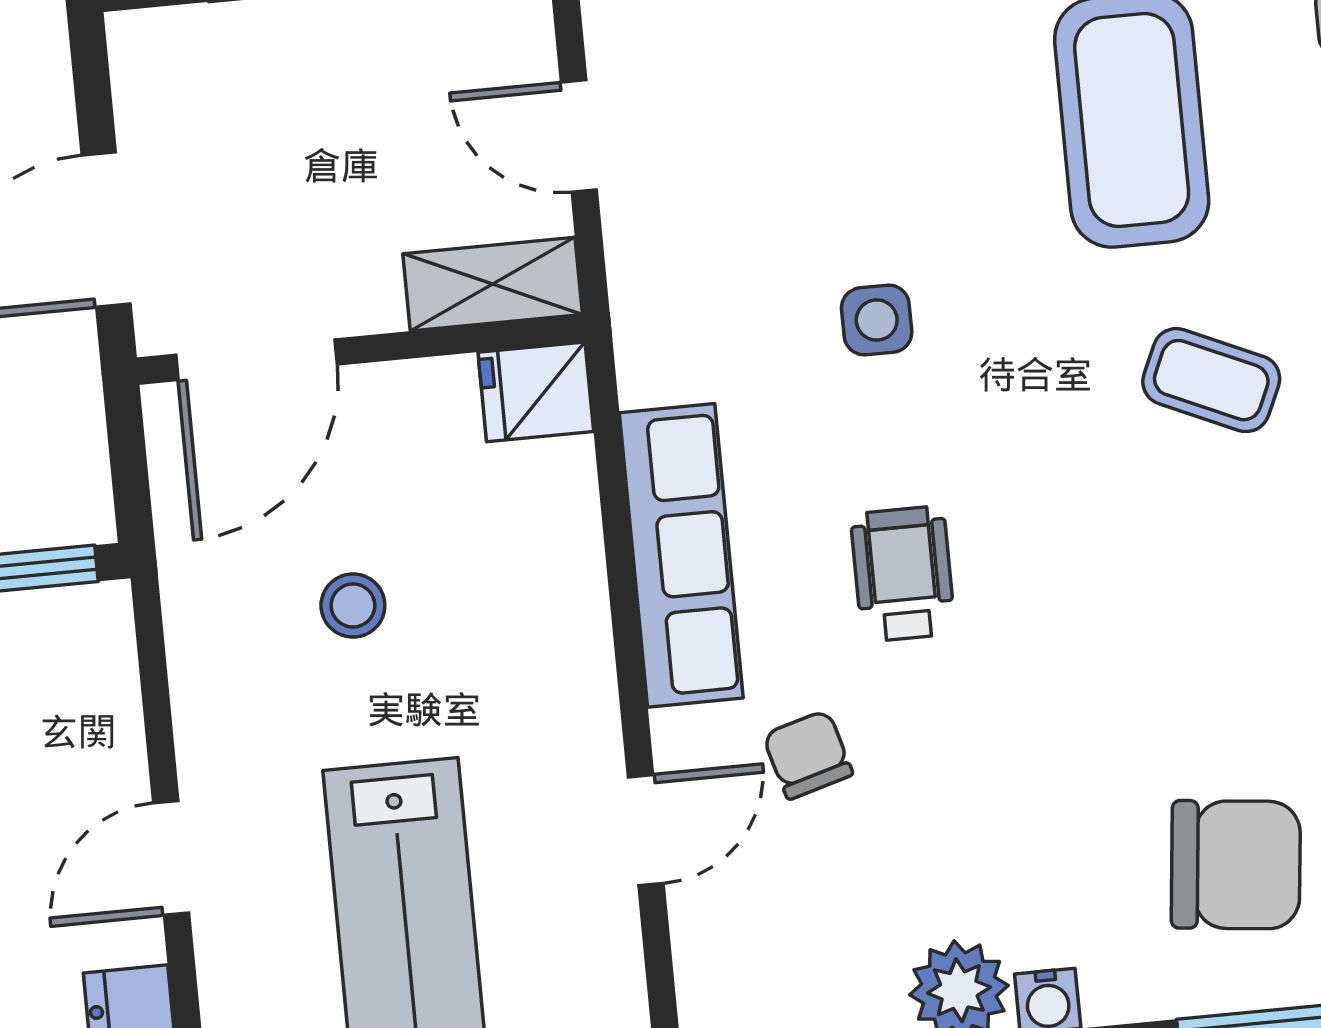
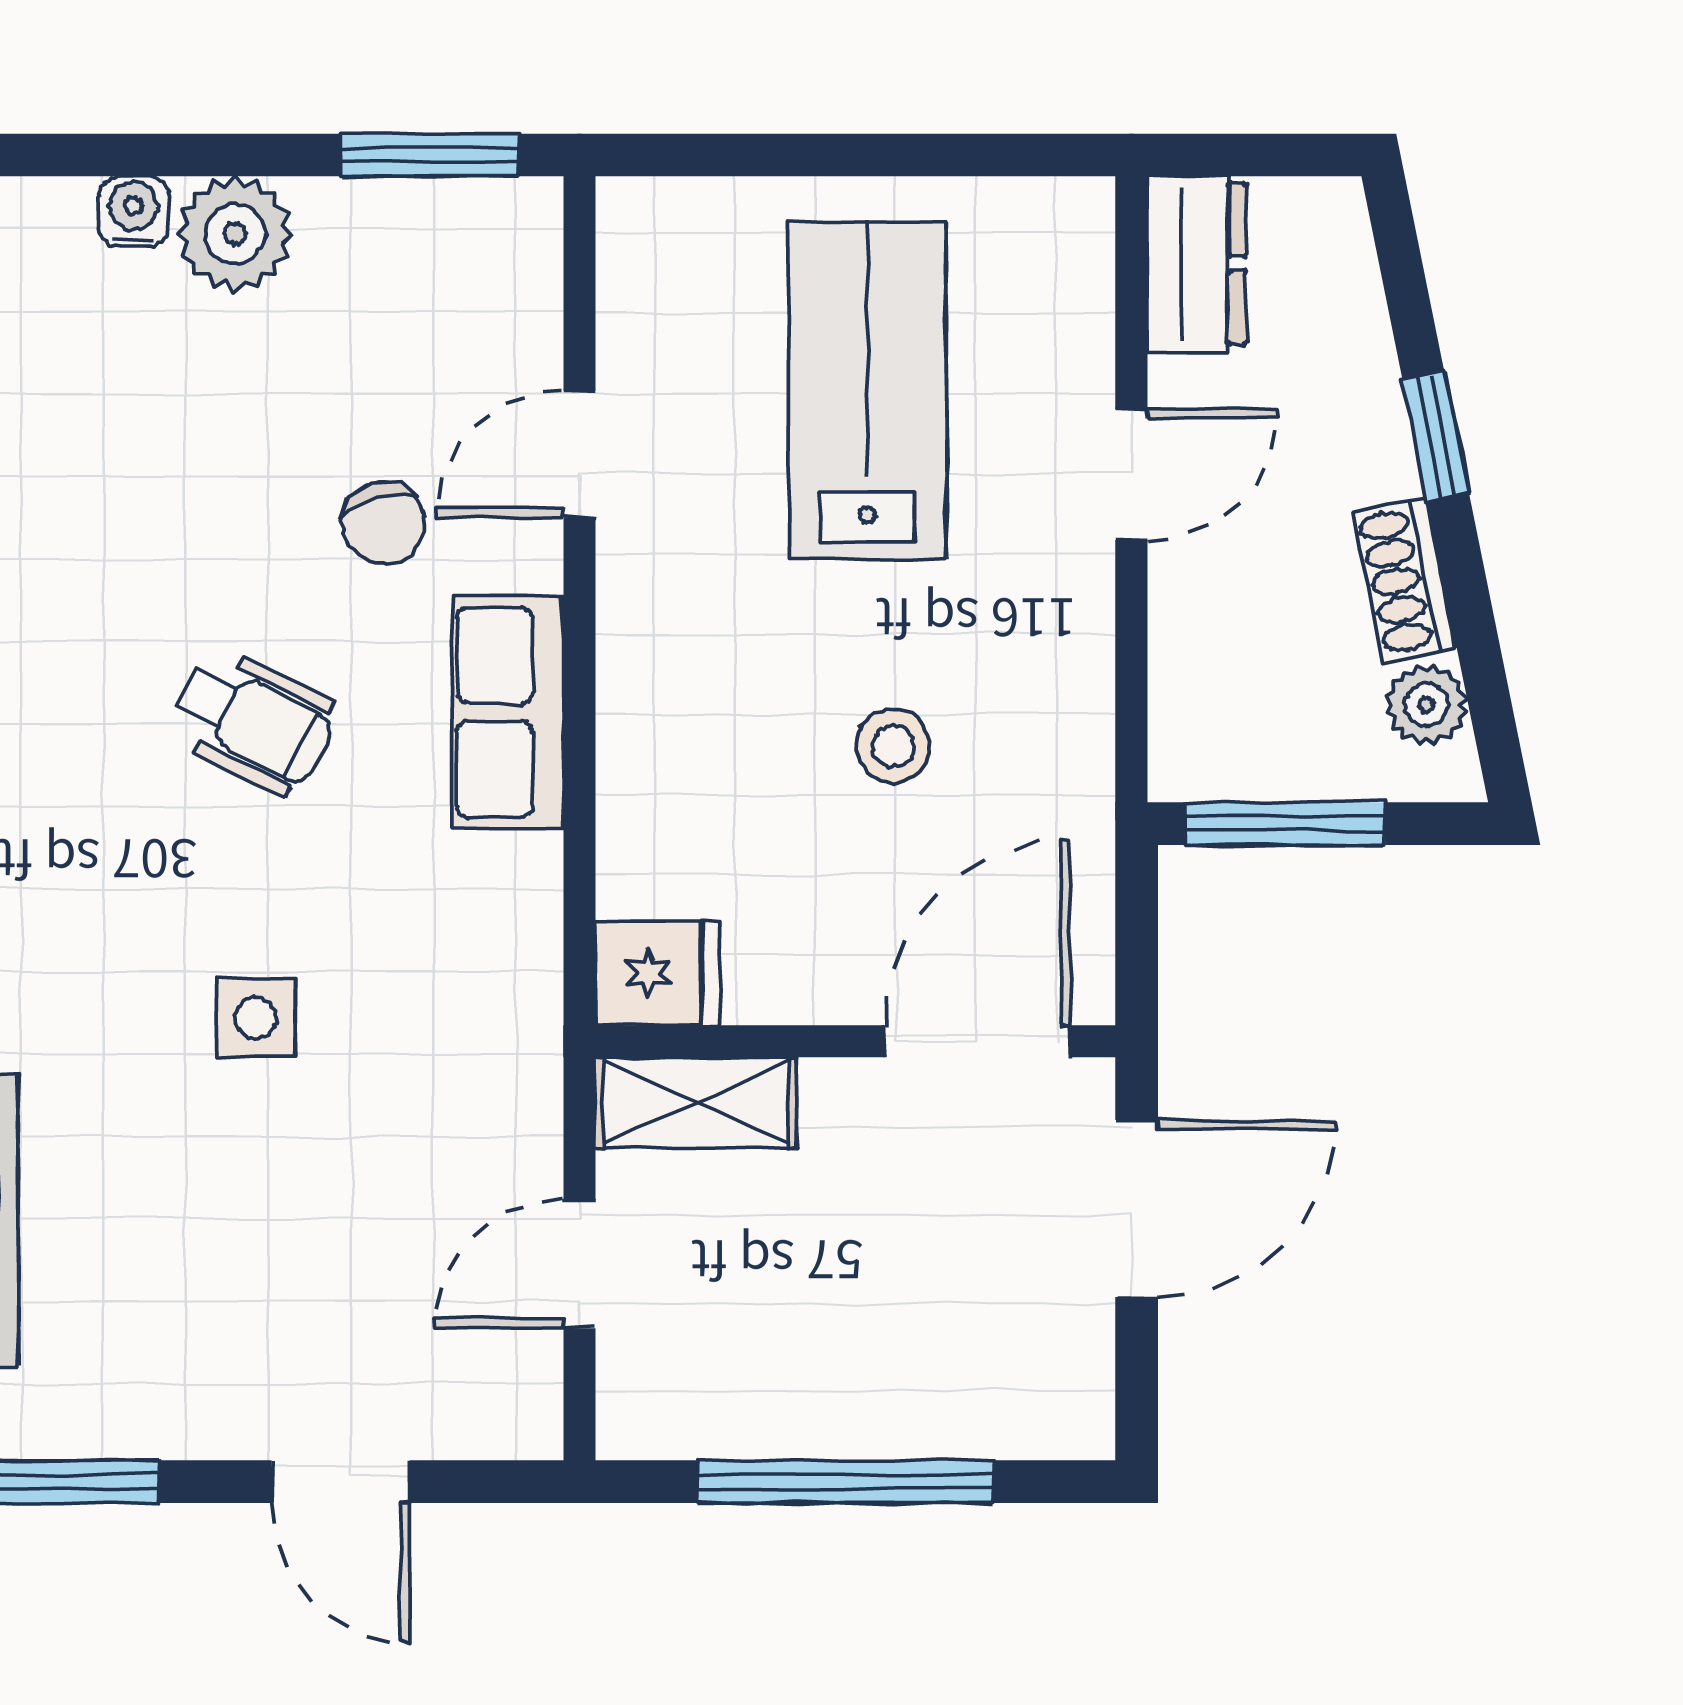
door: (579, 136) -> (579, 1264), swing flipped
row of seats: (681, 555) -> (508, 712), width x0.68
wheelchair: (903, 574) -> (254, 722), turned -63

